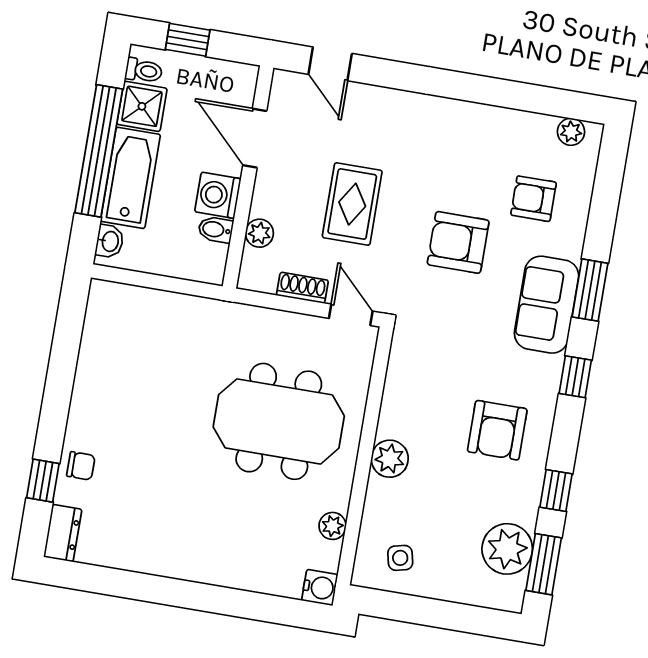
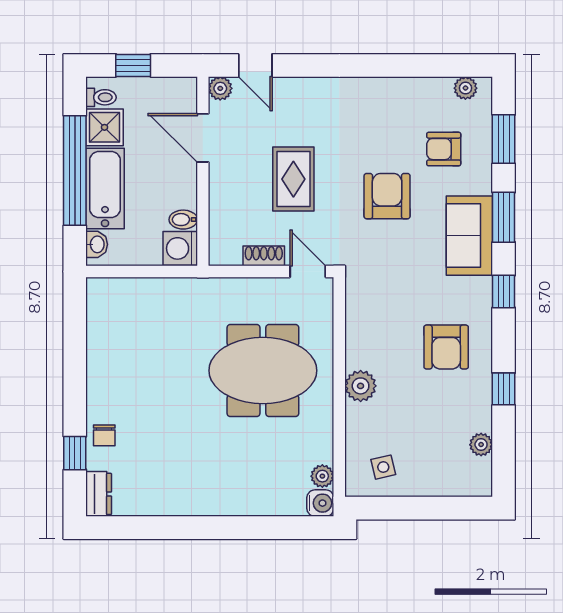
washing machine: (218, 195) -> (180, 248), moved
plant: (259, 233) -> (220, 88), moved
armchair: (458, 242) -> (387, 196), turned 90
chair: (81, 466) -> (104, 435), turned 90
plant: (332, 526) -> (322, 476), moved
plant: (507, 549) -> (481, 445), width x0.53, depth x0.53
window: (544, 564) -> (504, 139), moved

